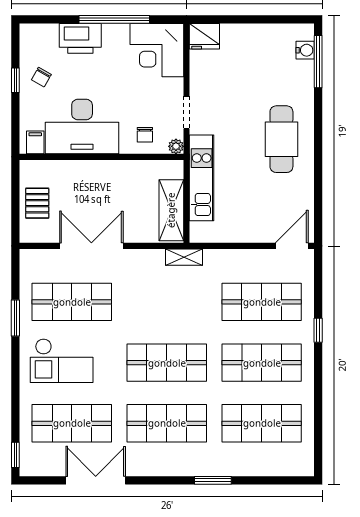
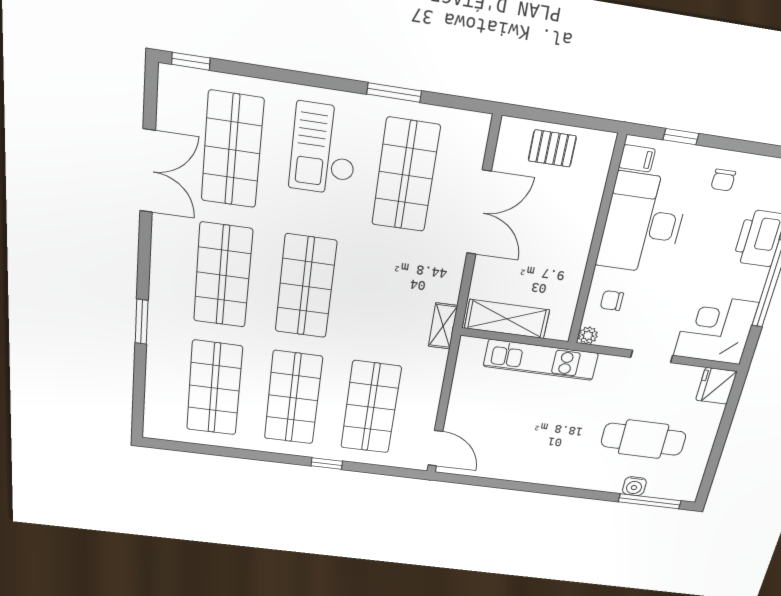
water cooler: (305, 50) -> (634, 486), moved
chair: (41, 77) -> (723, 180), turned -119
window: (15, 80) -> (681, 137), moved
doorway: (187, 113) -> (652, 356), moved
cafe table: (281, 139) -> (644, 439), moved

